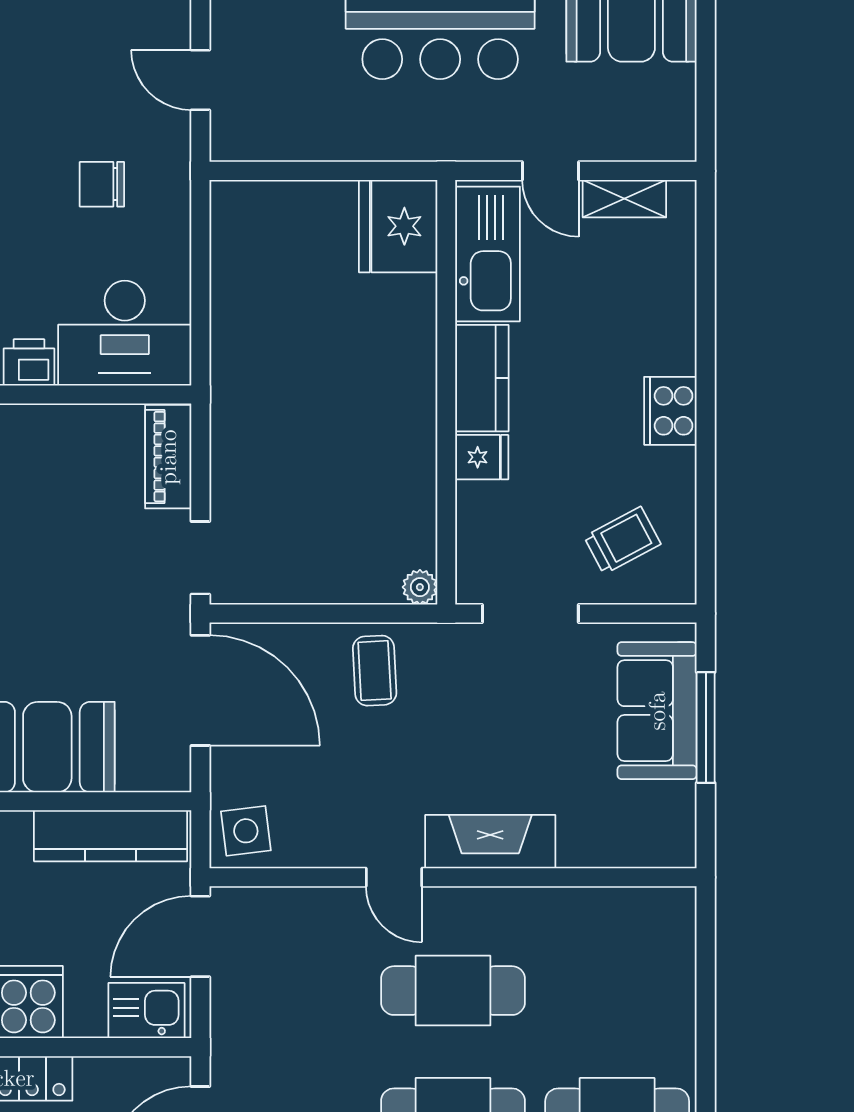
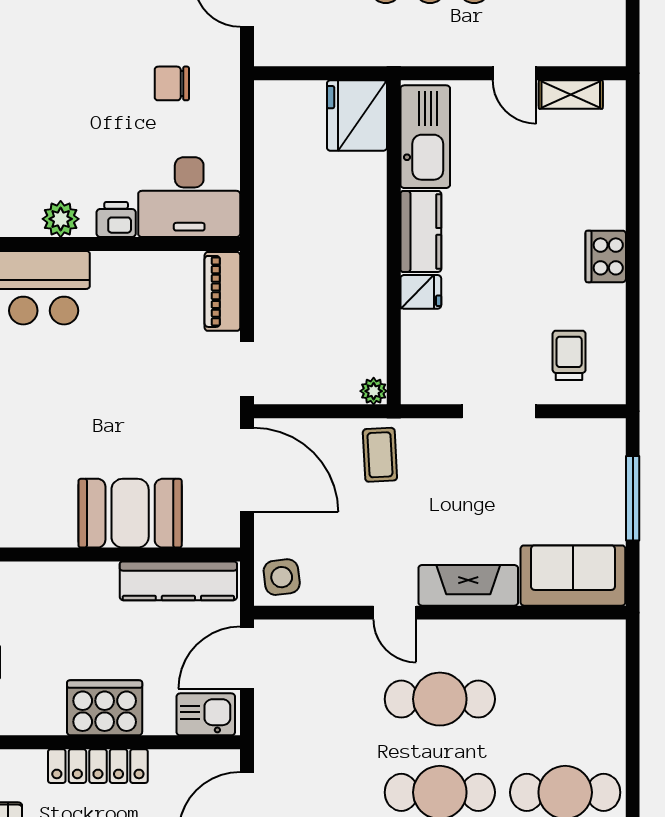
fridge: (398, 226) -> (357, 115), moved
kitchen sink: (488, 254) -> (425, 137), moved
kitchen counter: (482, 378) -> (421, 231), moved
wall: (446, 392) -> (394, 242), moved
fridge: (482, 457) -> (421, 292), moved
trolley: (622, 540) -> (569, 355), turned -62
plant: (420, 587) -> (374, 391), moved
sofa: (657, 711) -> (573, 576), moved, turned 90

